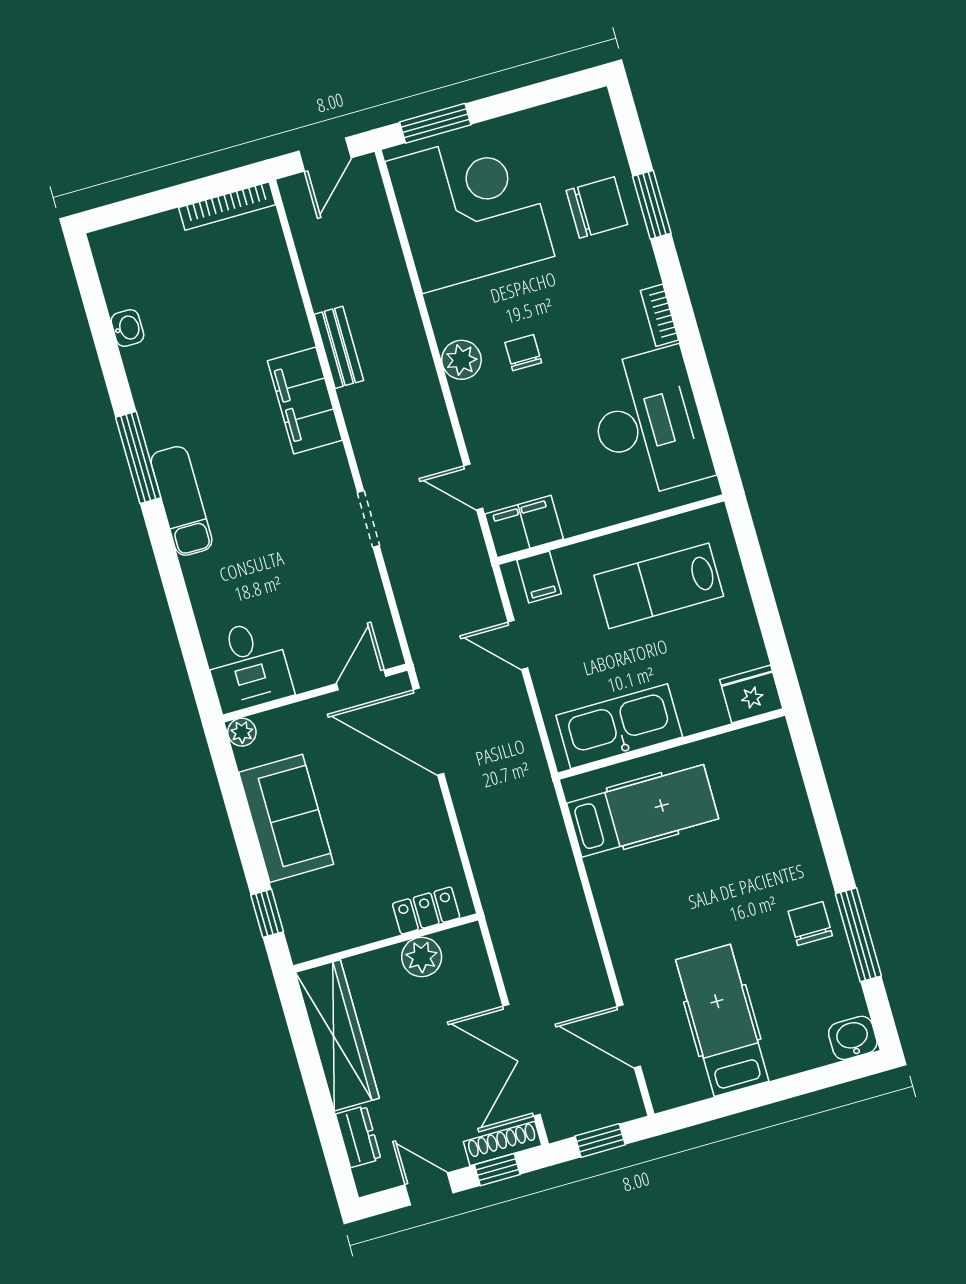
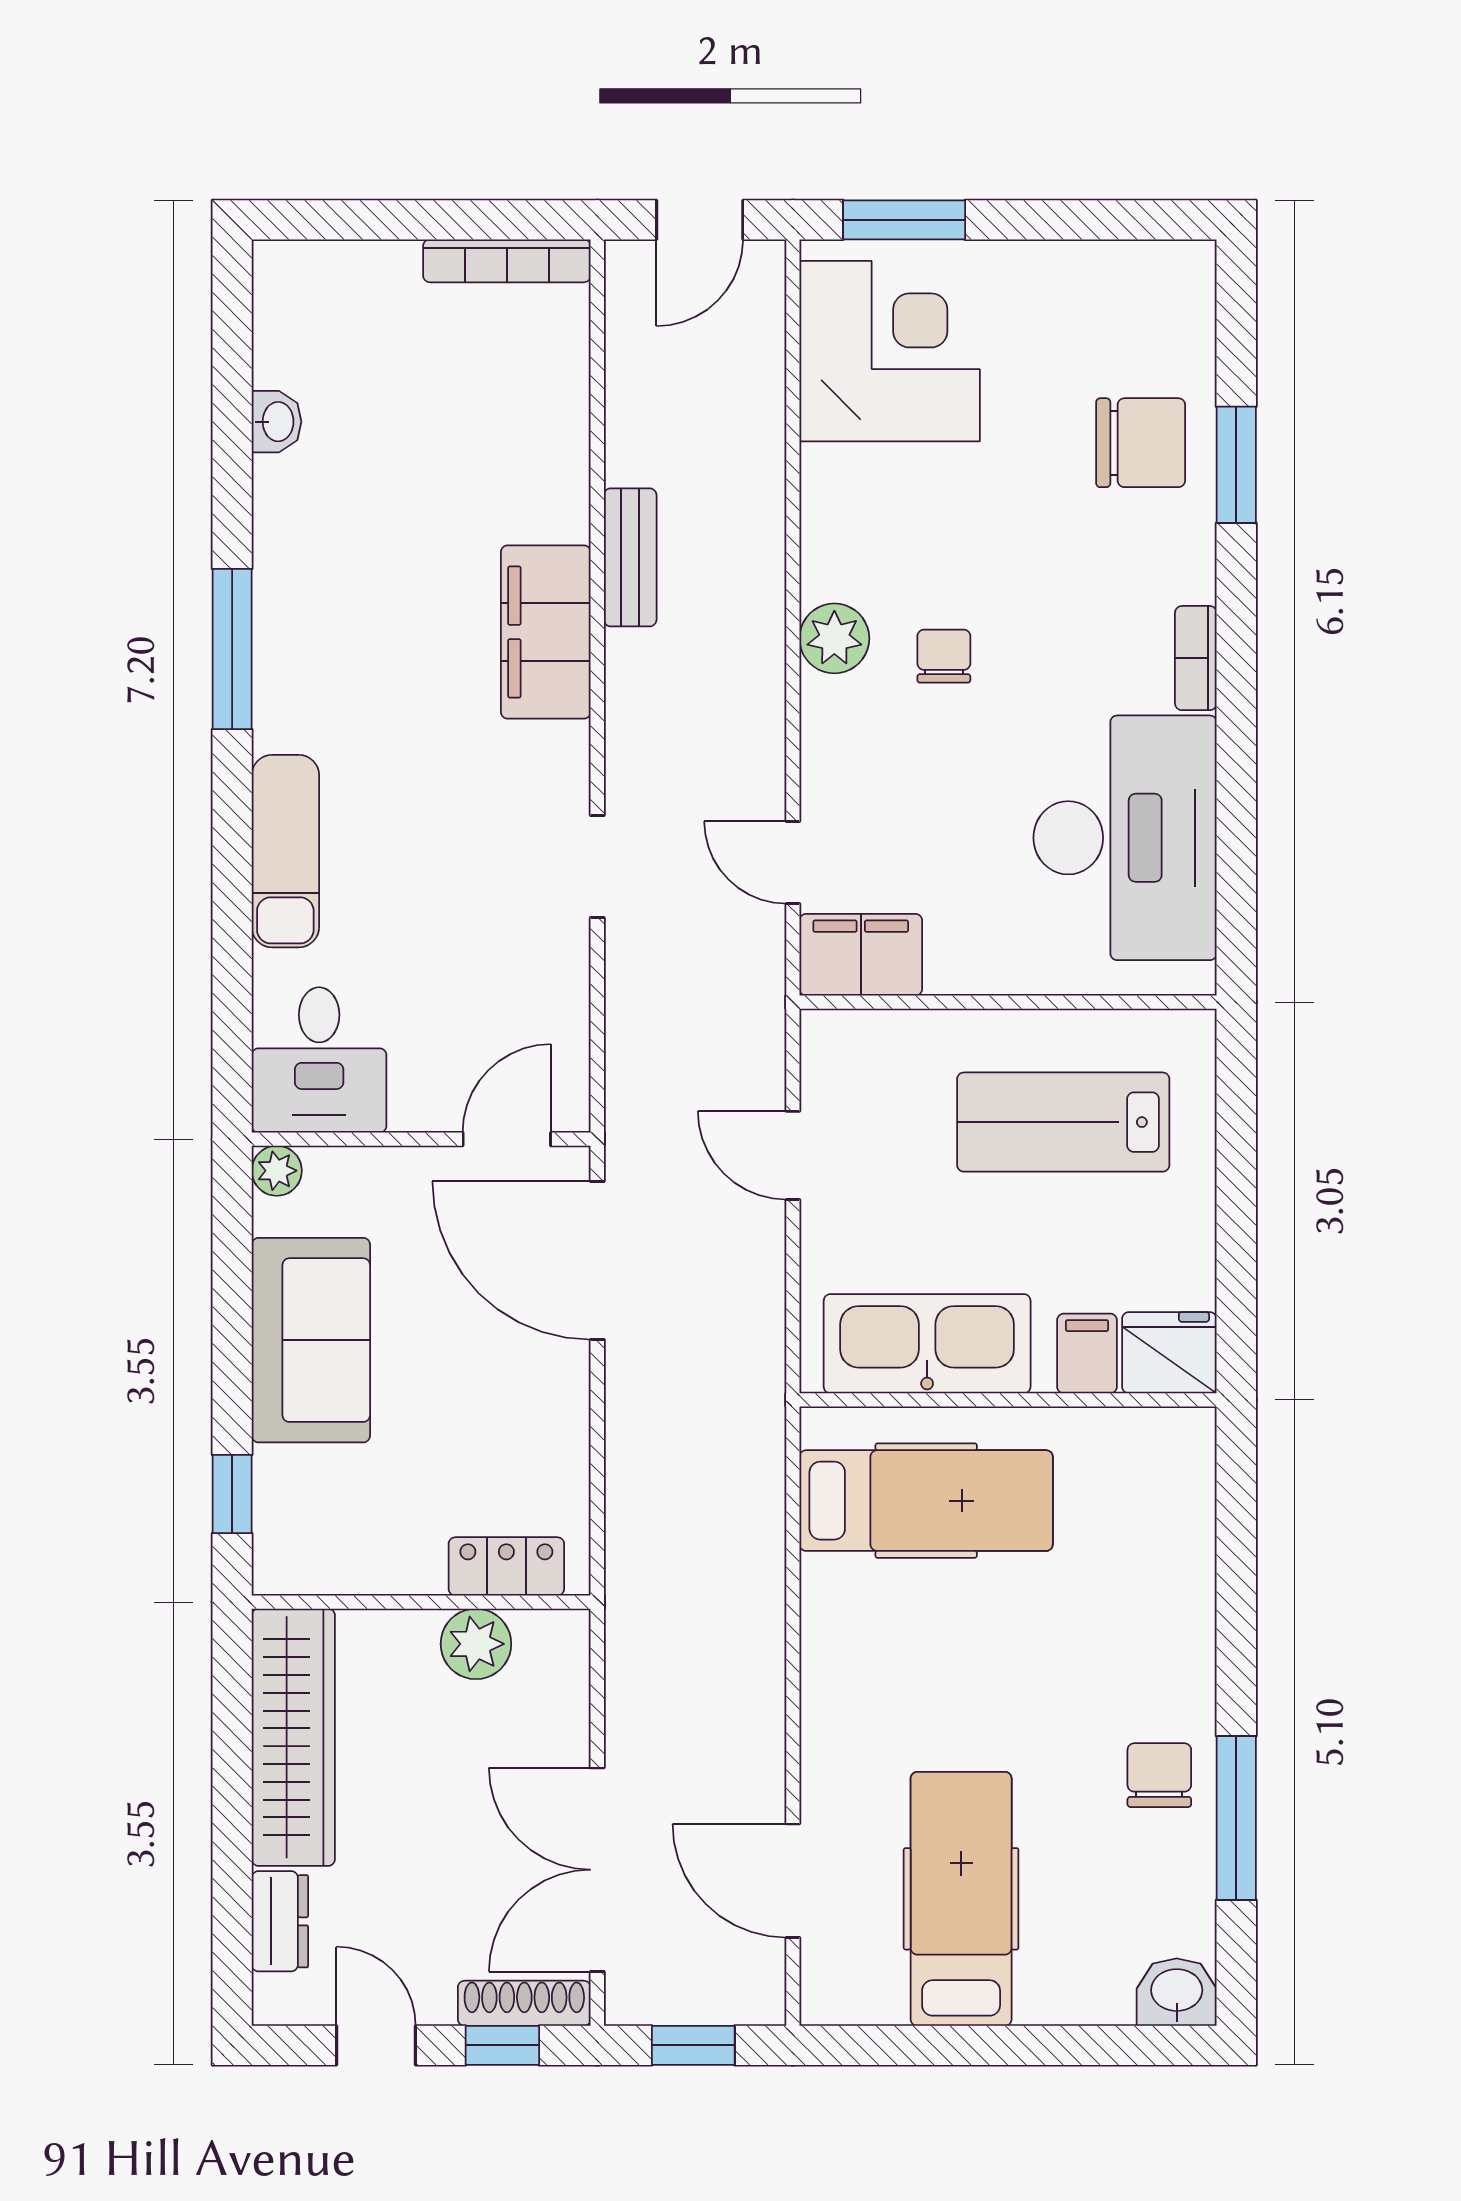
corner desk: (470, 209) -> (890, 351), width x0.74, depth x0.74
exam couch: (181, 501) -> (285, 851), moved
filing cabinet: (539, 577) -> (1087, 1354), moved, turned 180

